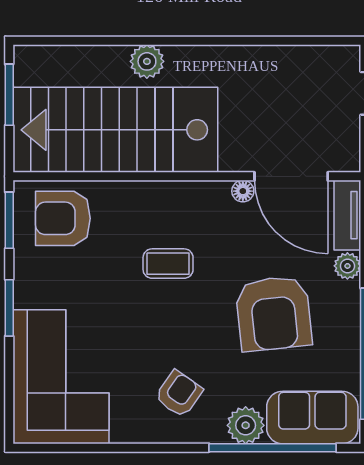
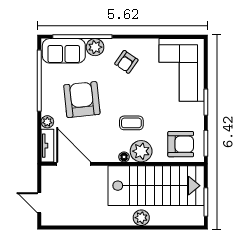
floor lamp: (243, 191) -> (124, 157), moved
plant: (147, 203) -> (141, 151), added

